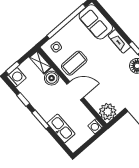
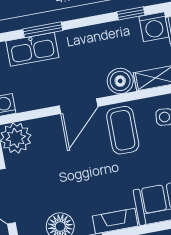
window: (23, 99) -> (131, 13), moved
window: (41, 120) -> (43, 30), moved

